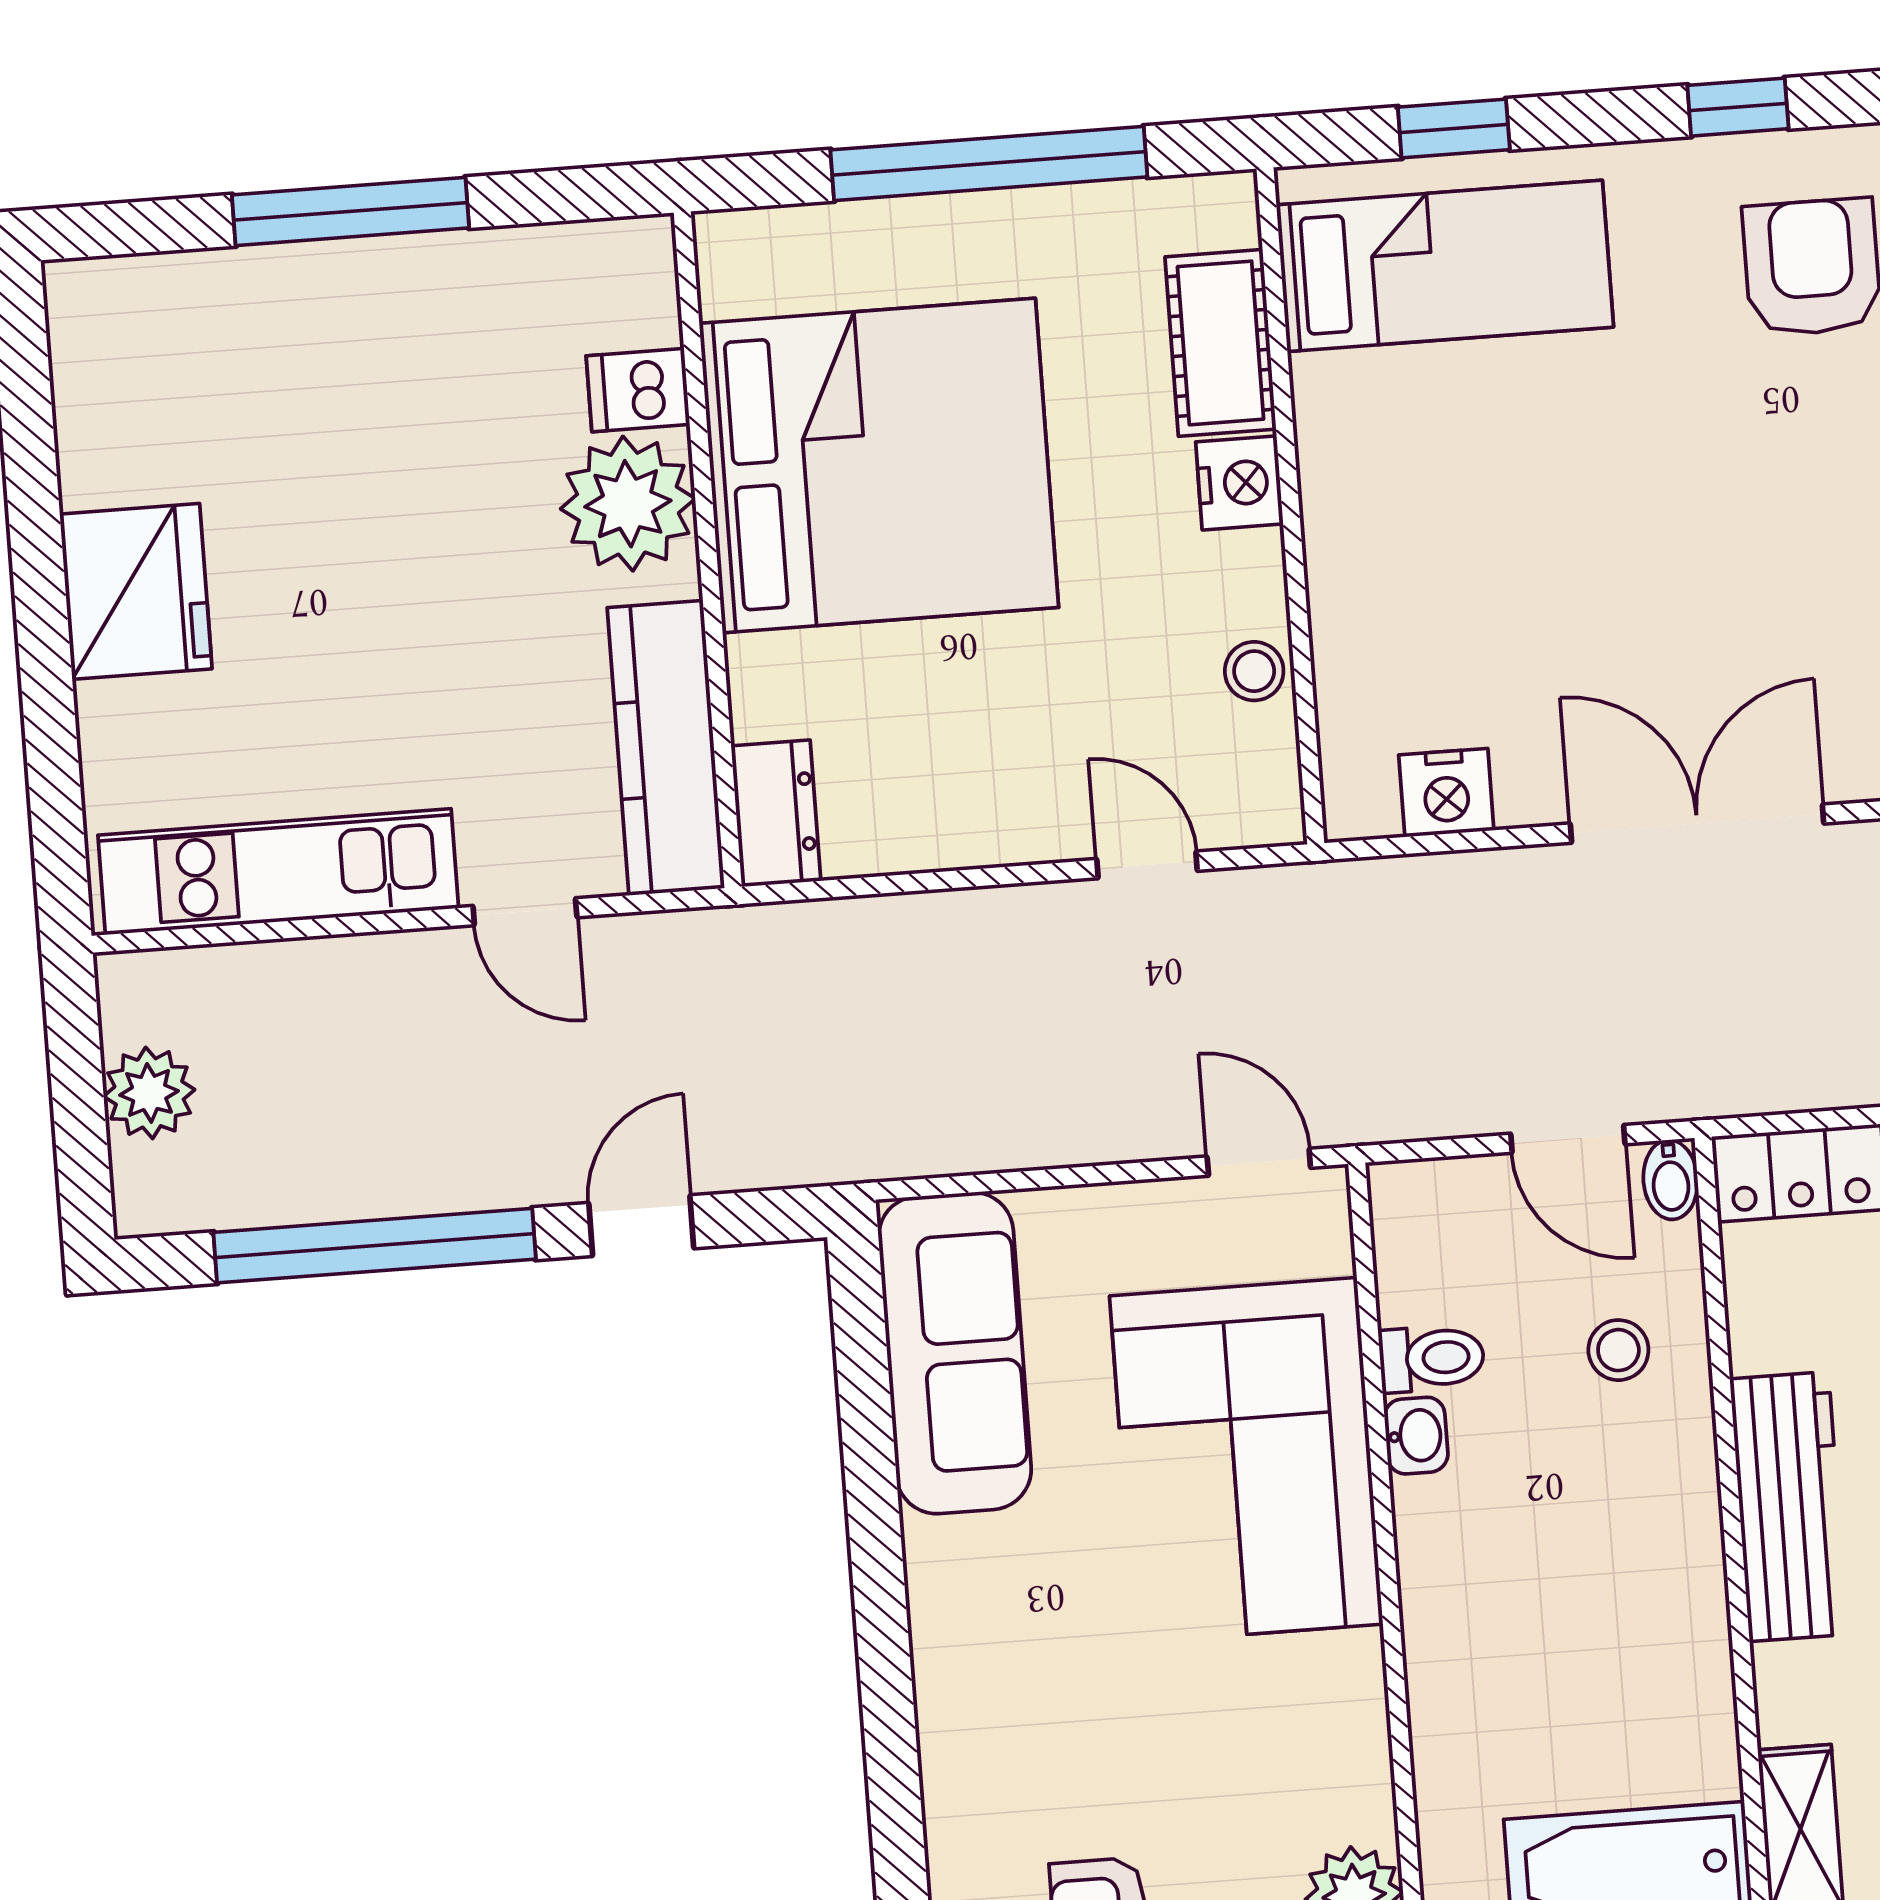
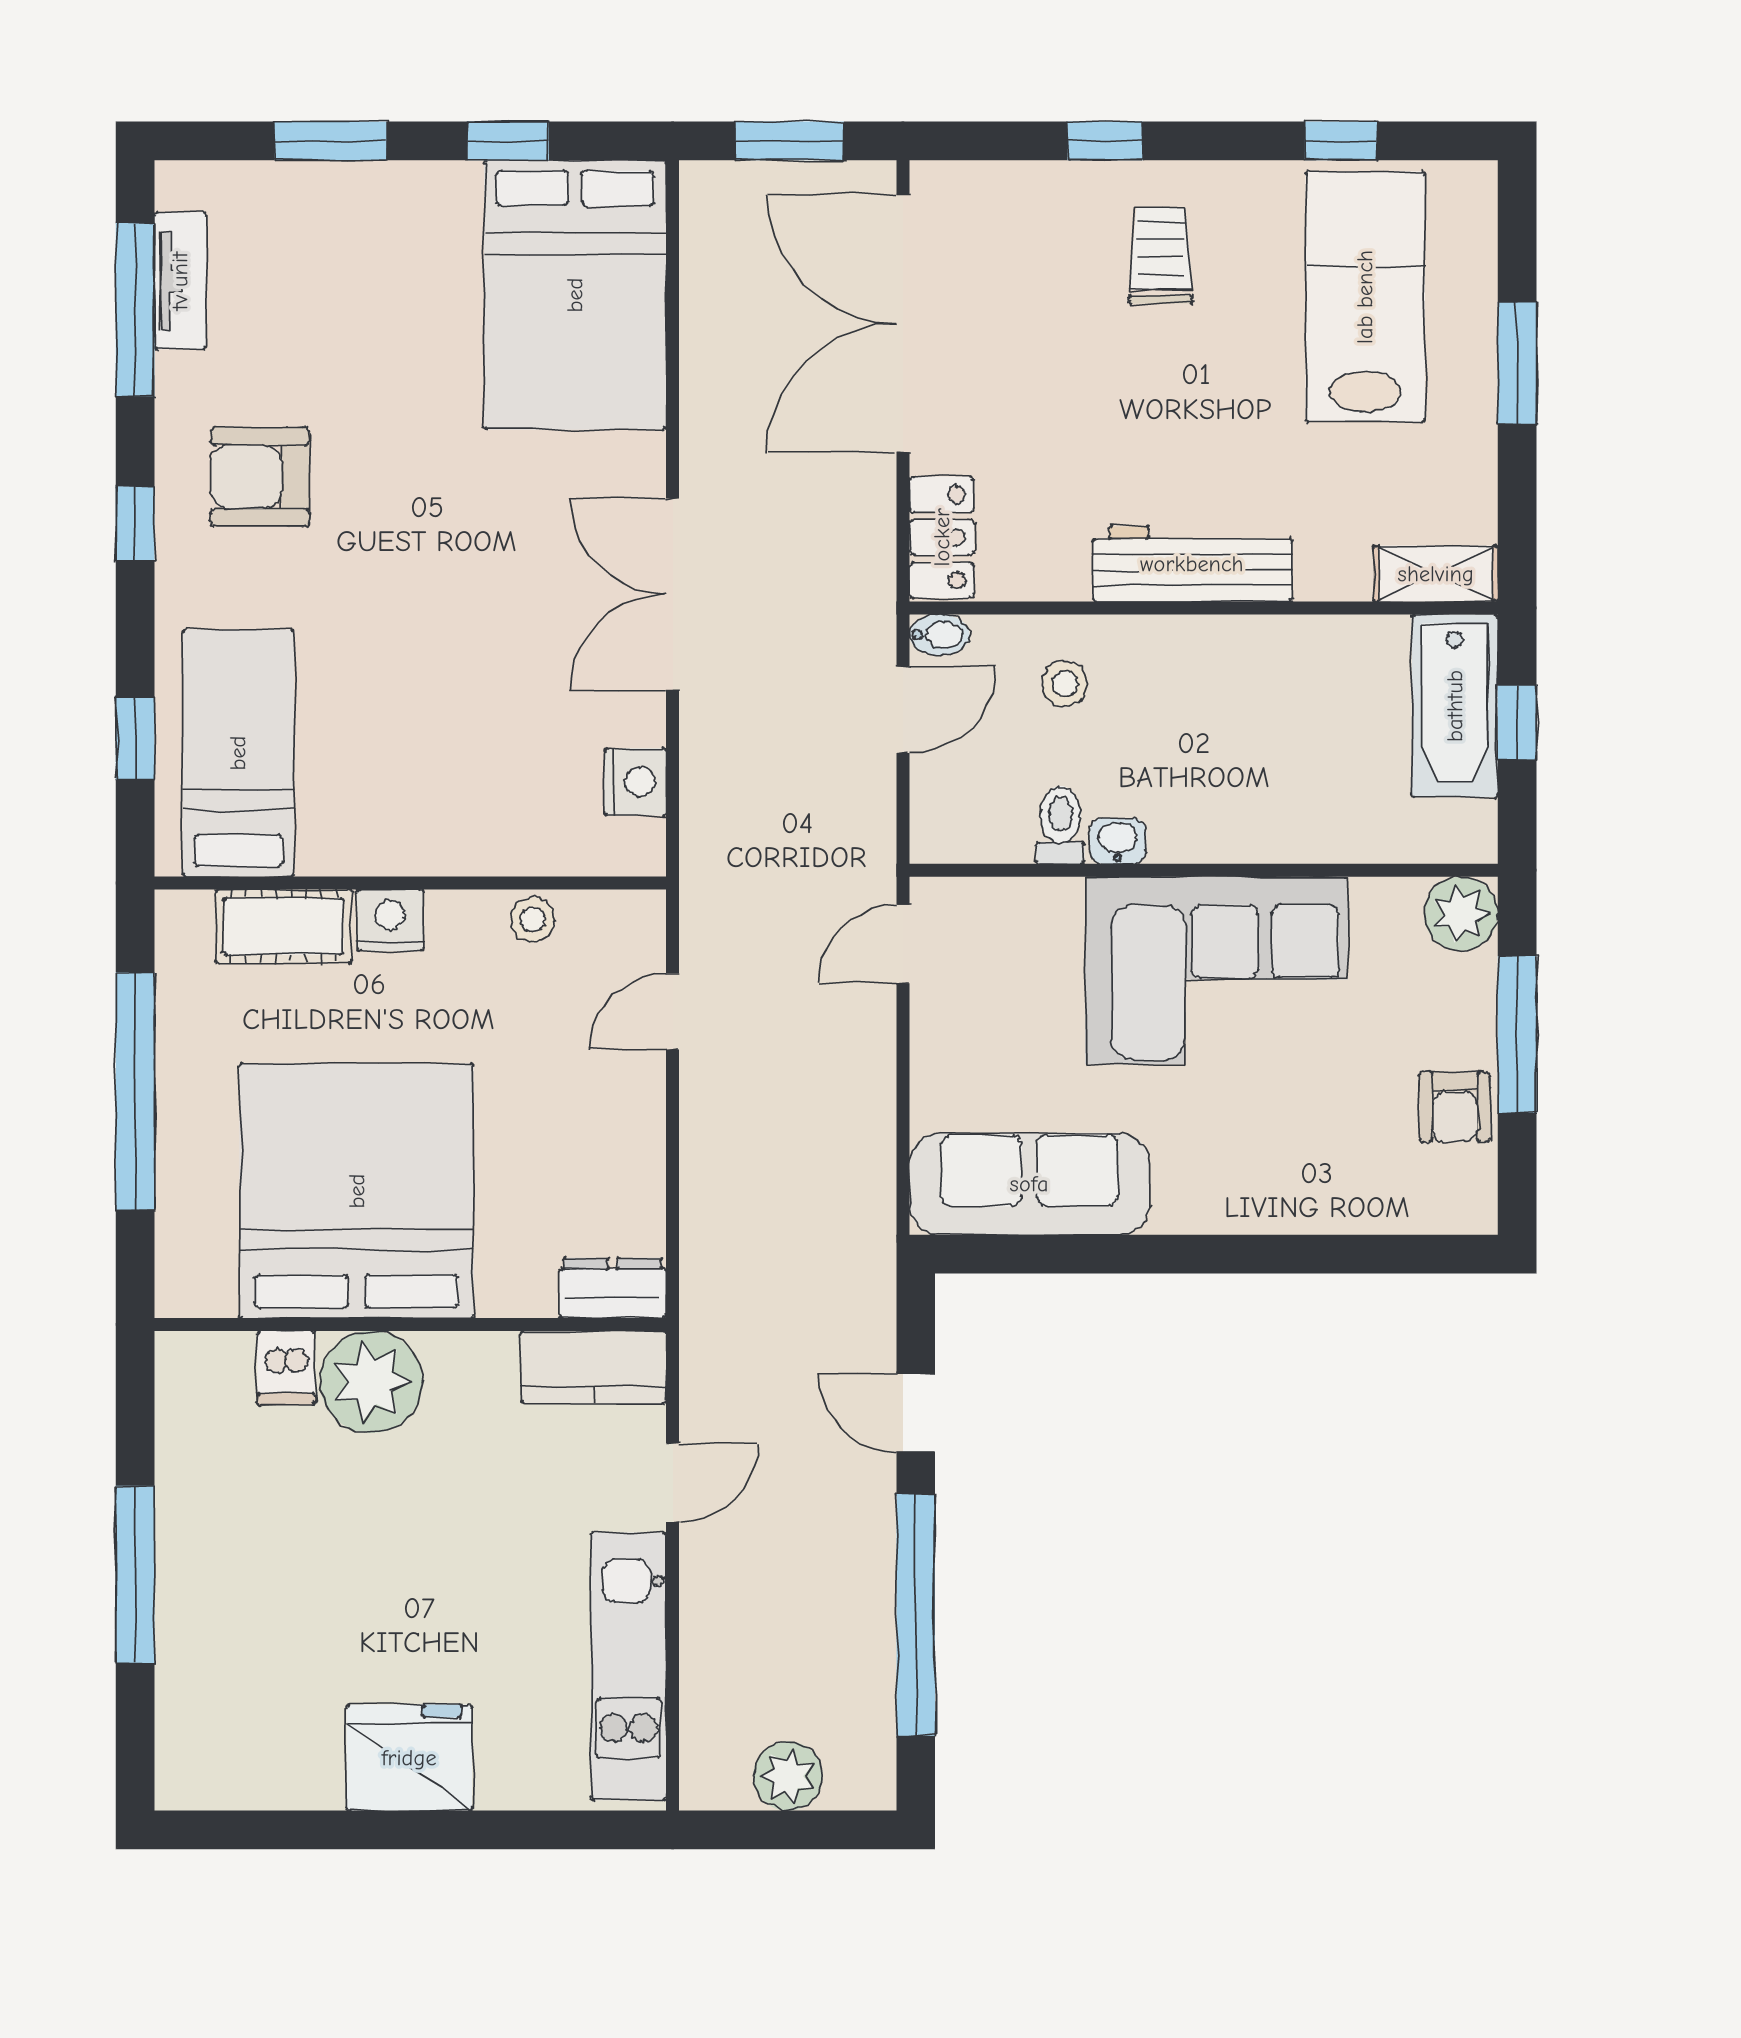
kitchen counter: (666, 748) -> (594, 1367), width x0.67
corner sofa: (1246, 1460) -> (1216, 970), moved

